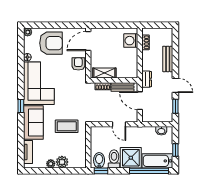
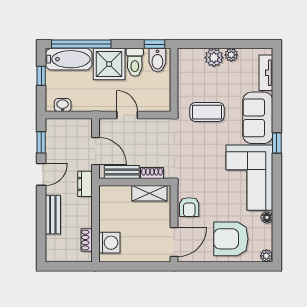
door: (175, 85) -> (41, 174), swing flipped

